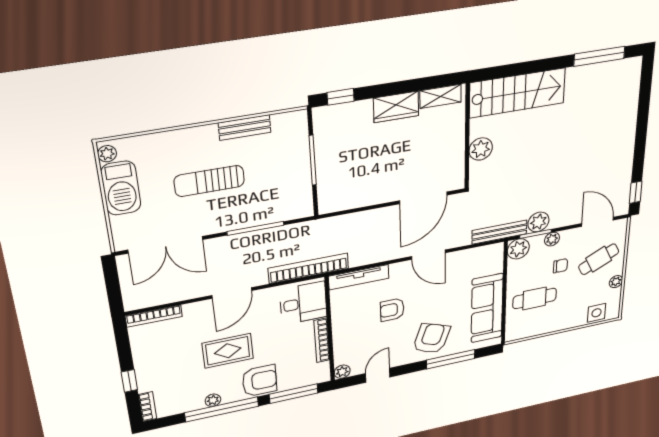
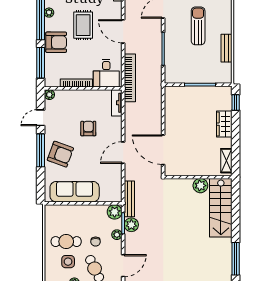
wardrobe: (396, 107) -> (224, 124), moved
plant: (481, 149) -> (200, 186), moved
tv unit: (359, 277) -> (117, 103), width x0.71
cafe table: (535, 298) -> (66, 242), moved, turned 90
side table: (597, 313) -> (68, 262), moved
window: (451, 359) -> (41, 150), moved
door: (378, 375) -> (41, 118), swing flipped
armchair: (260, 381) -> (56, 42), turned -91

